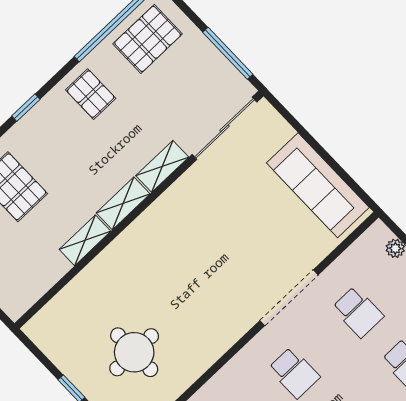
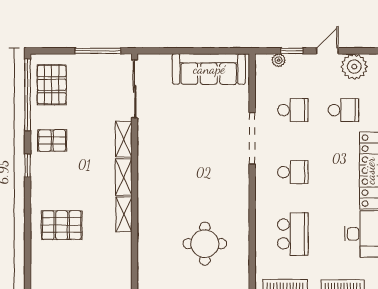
window: (26, 108) -> (28, 165), moved

